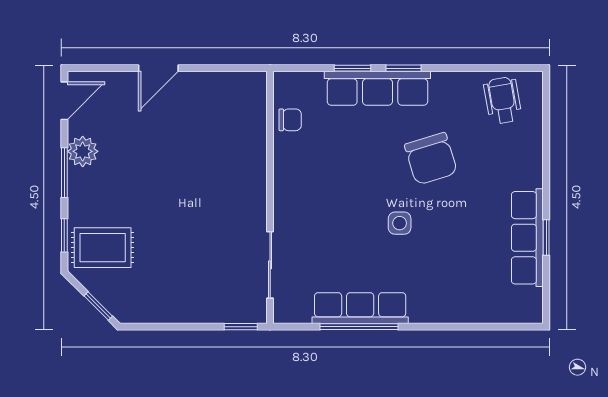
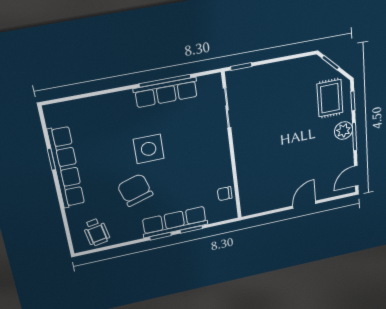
plant: (83, 151) -> (344, 131), moved
side table: (400, 223) -> (149, 149), width x1.87, depth x1.87
row of seats: (527, 238) -> (66, 167), width x1.36
rug: (103, 248) -> (330, 98), turned 90

